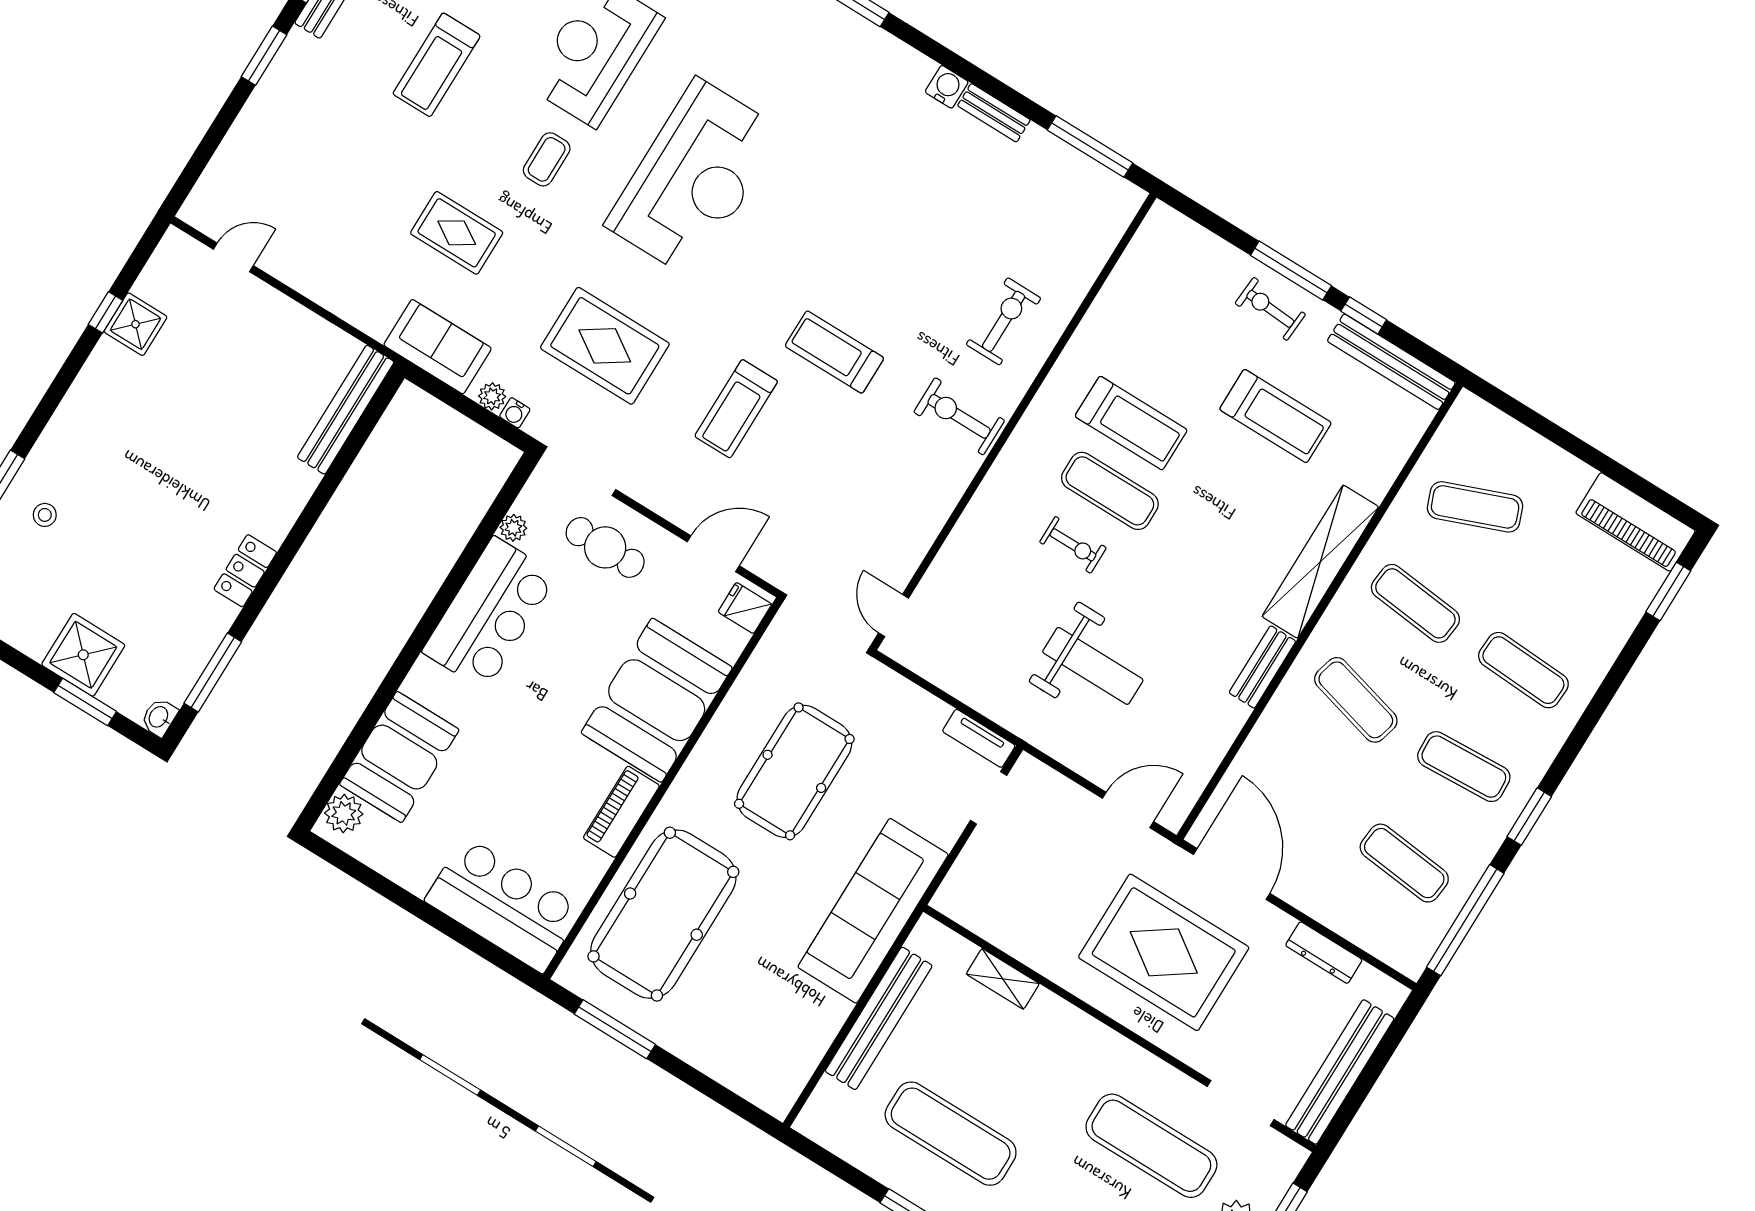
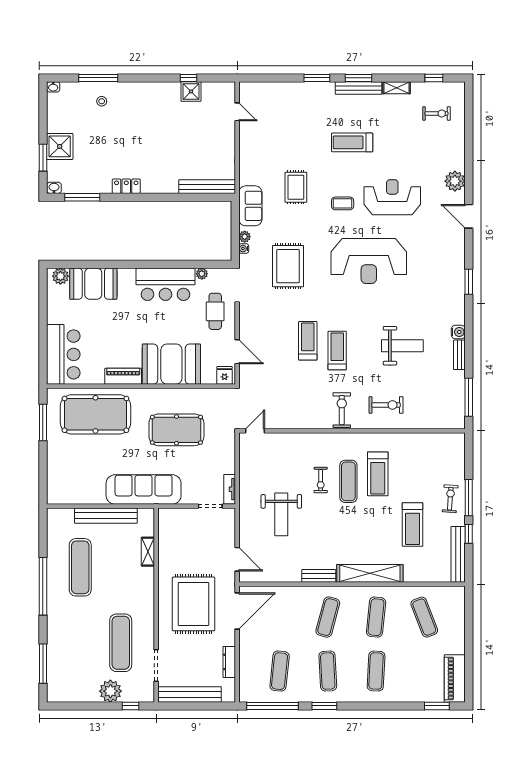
weight bench: (905, 216) -> (402, 346), added
treadmill: (736, 409) -> (308, 341), moved, turned 90

